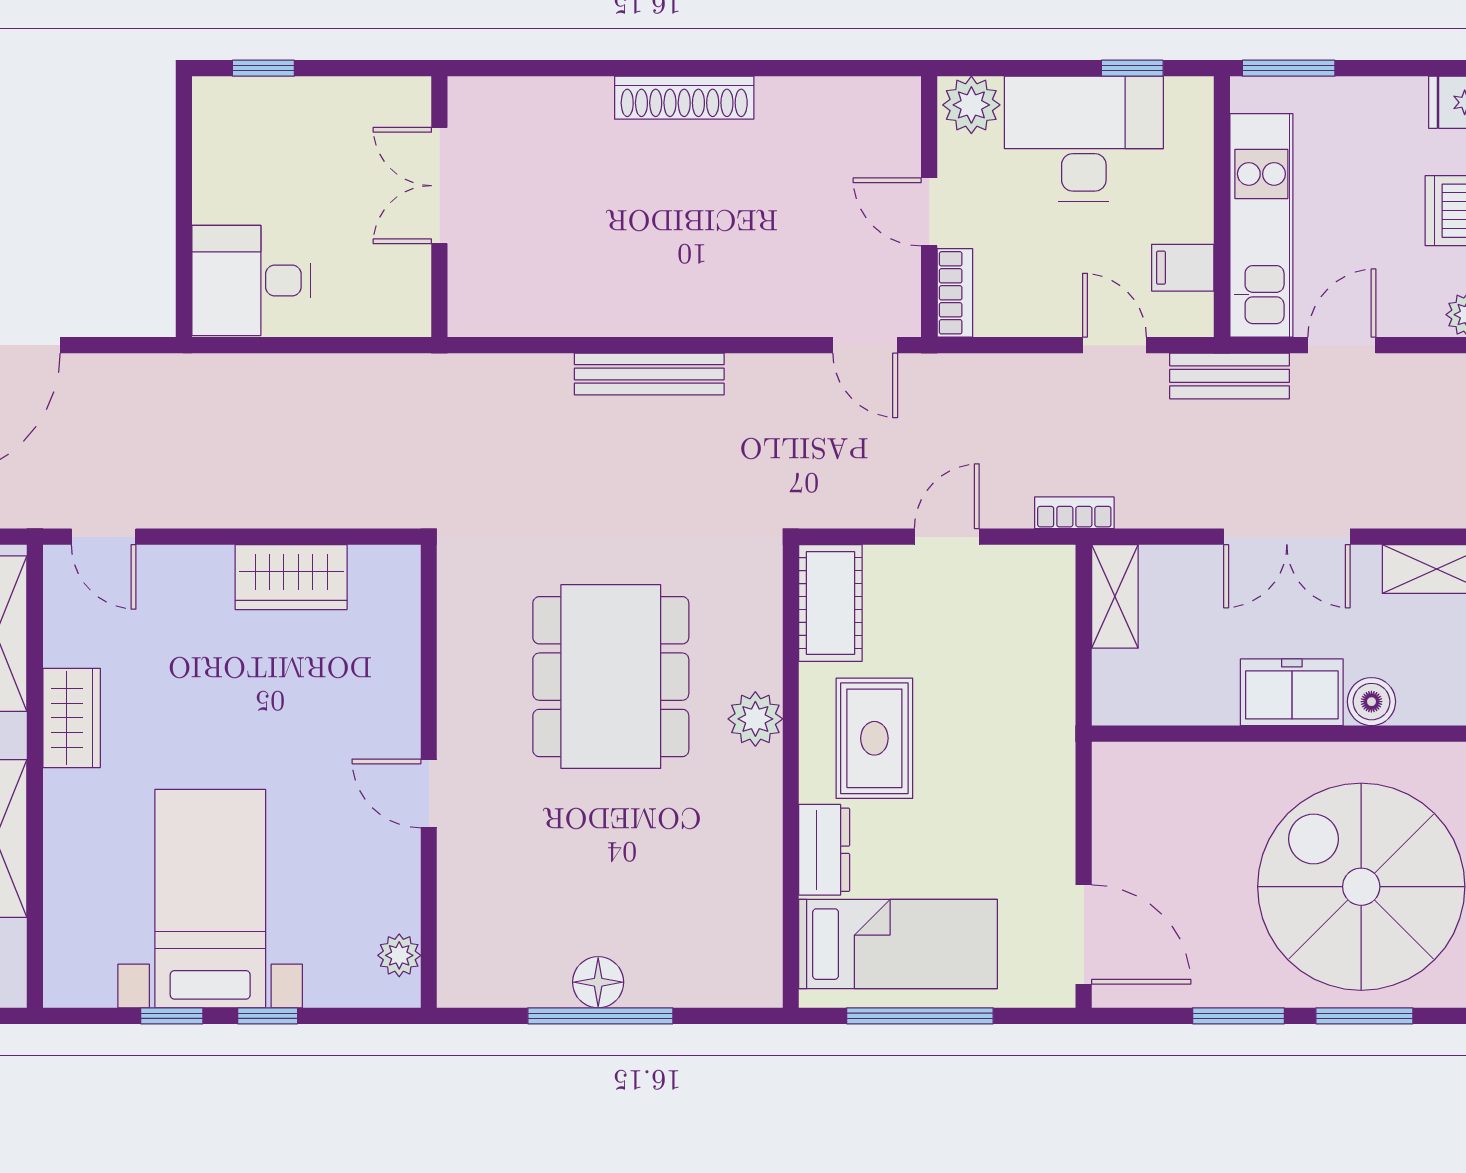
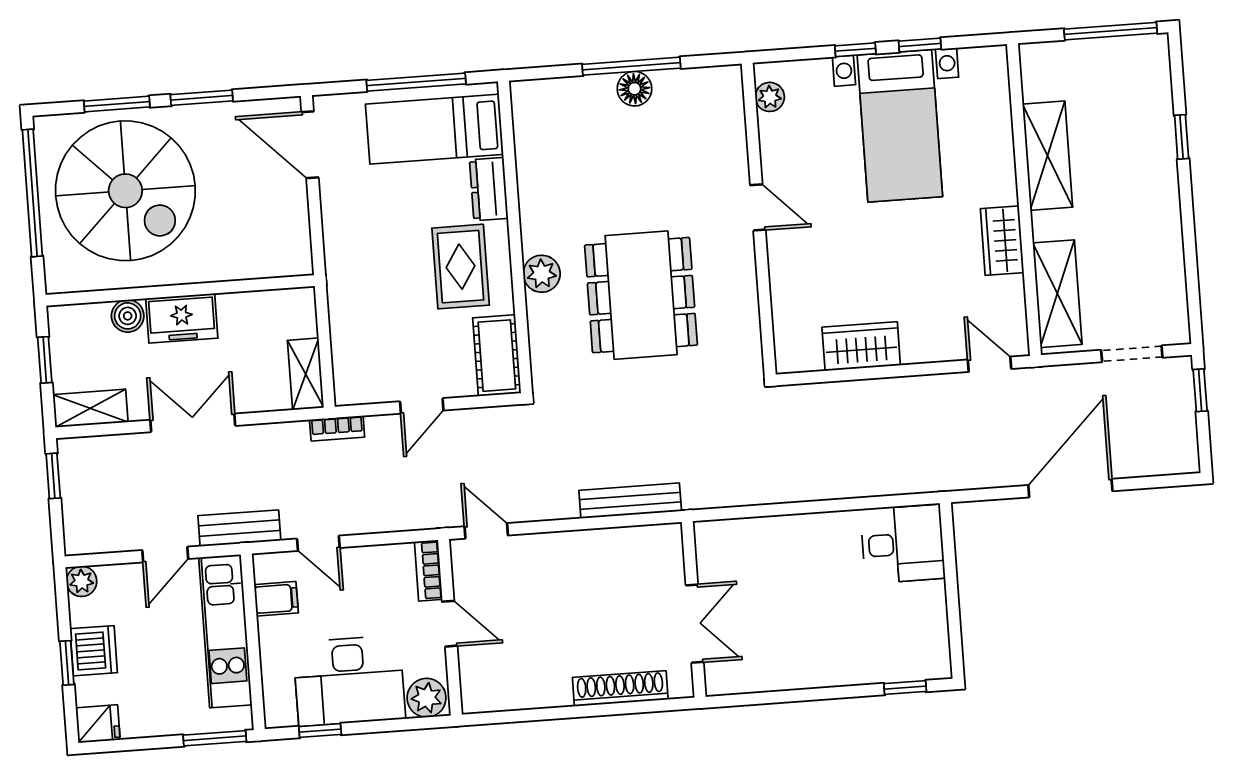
double door: (439, 186) -> (695, 624), moved
wall: (439, 207) -> (694, 609), moved

